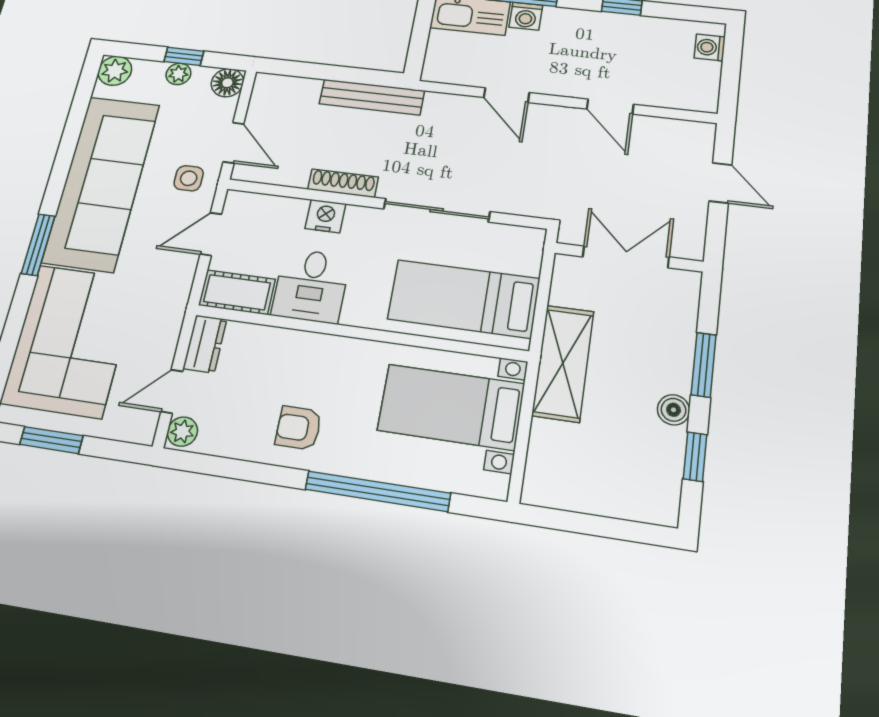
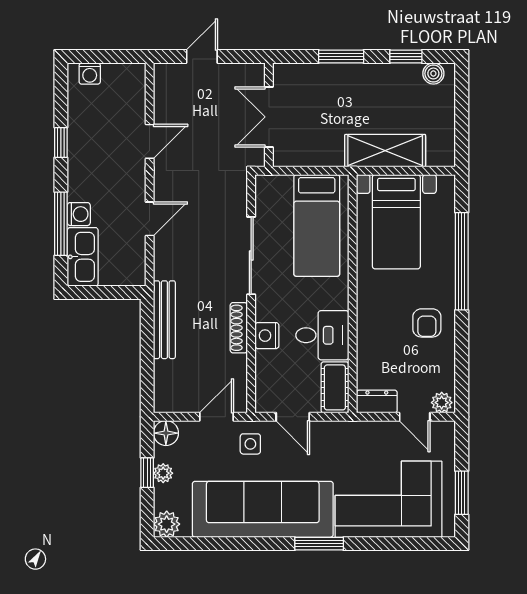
shelving: (563, 363) -> (385, 151), moved
boiler: (673, 410) -> (433, 73), moved

